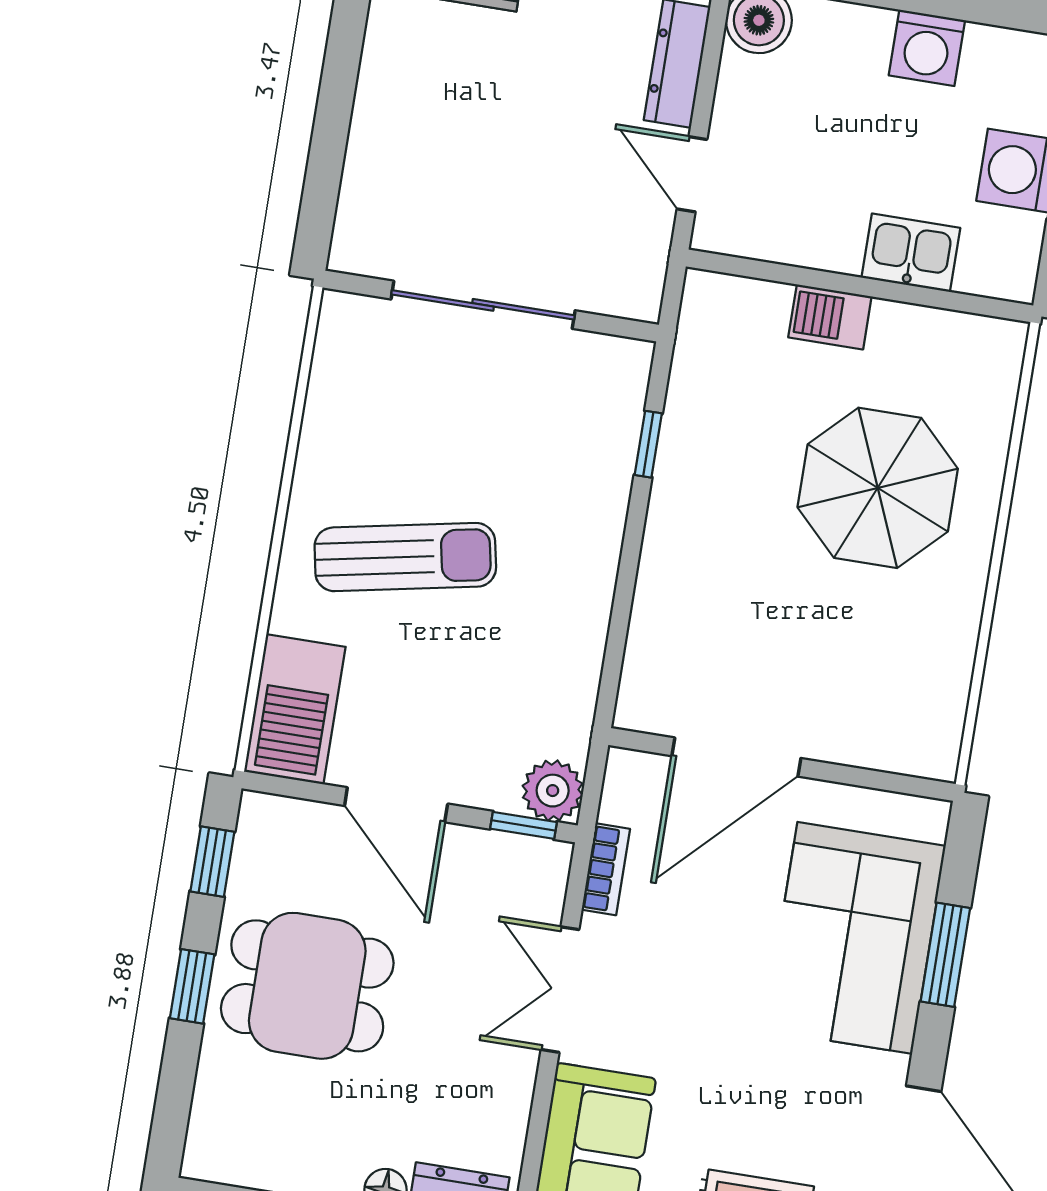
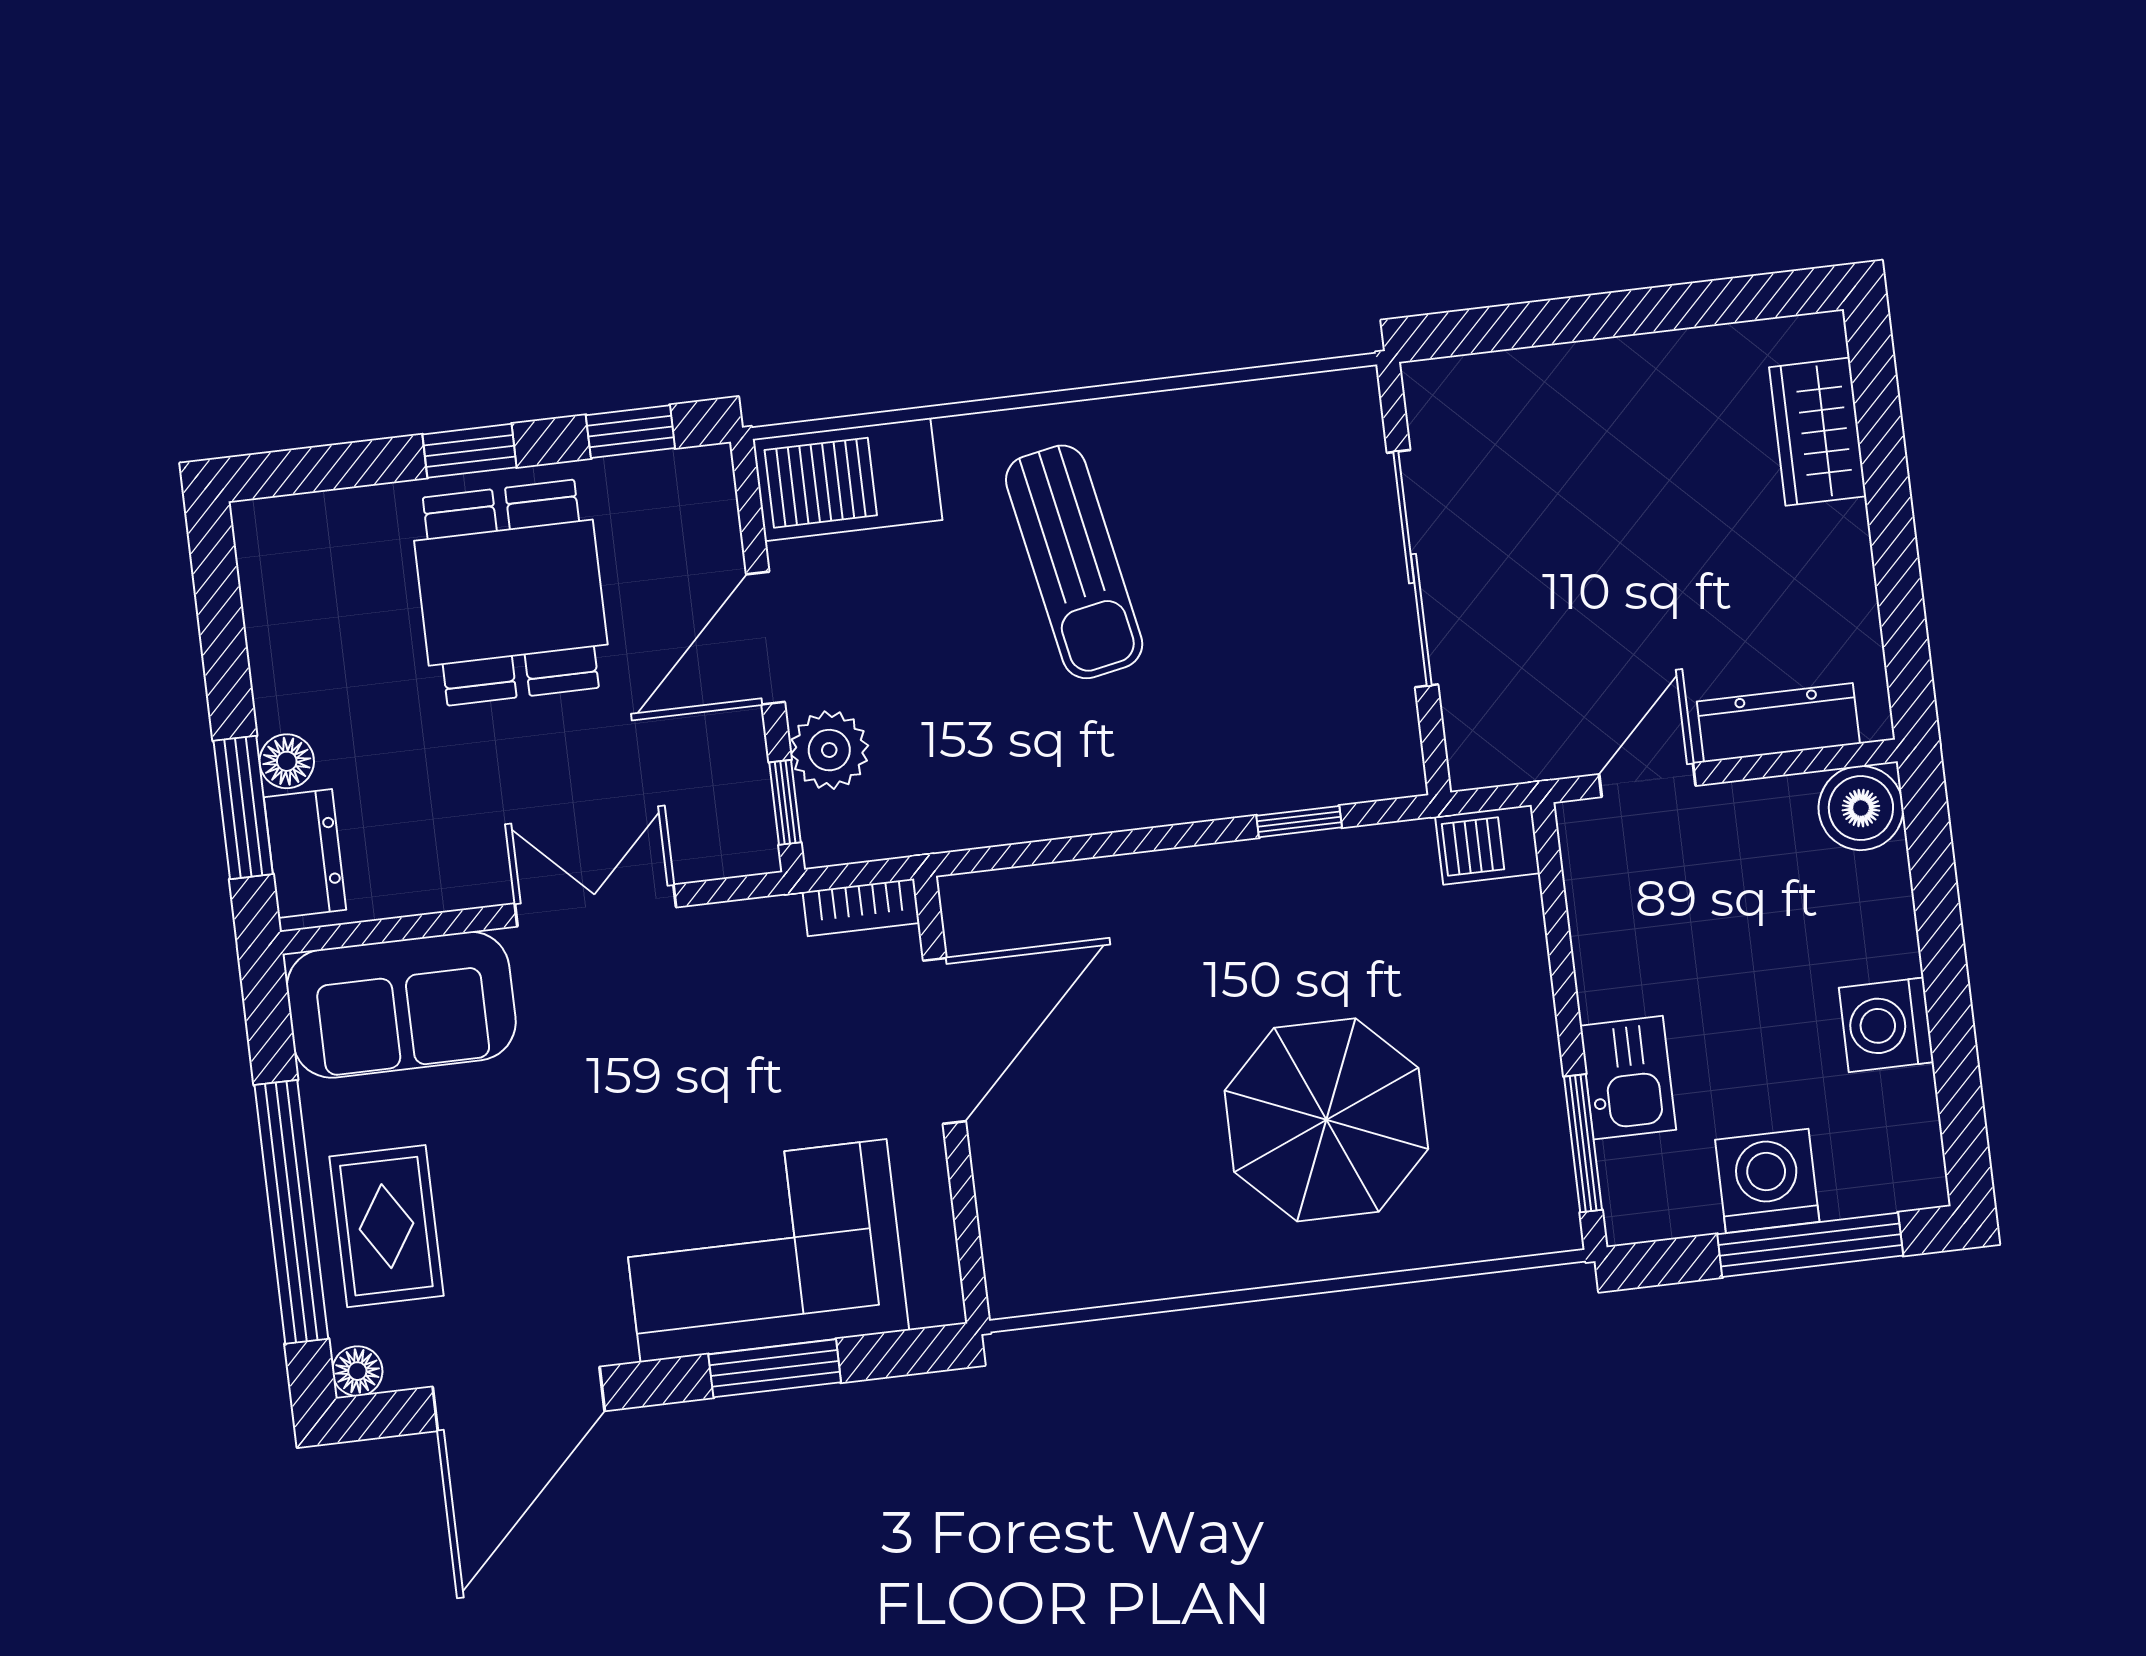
window: (950, 301) -> (1583, 1143), added
barbecue: (830, 317) -> (1487, 845), moved, turned -90
door: (736, 757) -> (945, 1041), swing flipped
plant: (553, 791) -> (829, 750), moved
bookcase: (606, 869) -> (861, 907), moved

